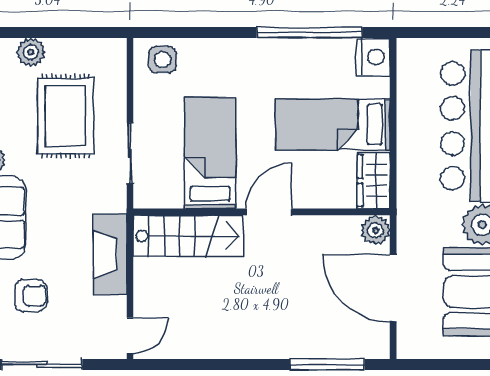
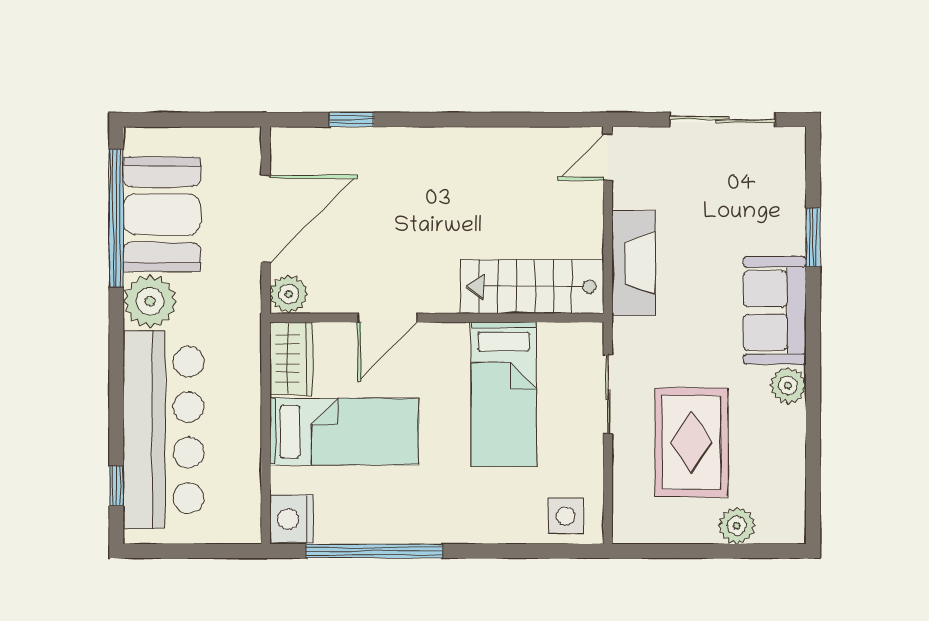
door: (269, 212) -> (387, 318), moved
door: (393, 288) -> (266, 219), hinge flipped
armchair: (31, 296) -> (737, 209), removed
window: (327, 364) -> (352, 120), width x0.46

